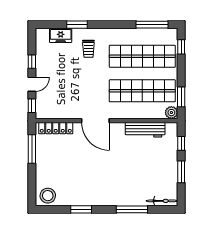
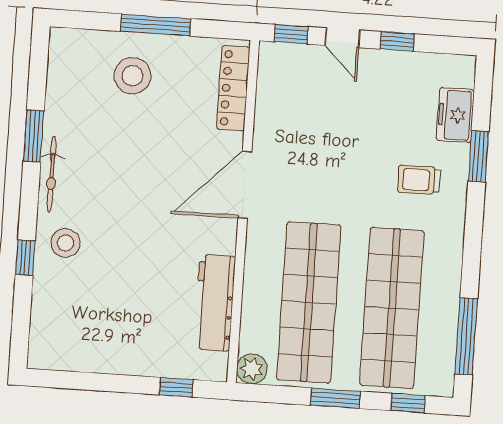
window: (181, 97) -> (335, 398), moved
window: (32, 149) -> (156, 25), moved
window: (181, 172) -> (107, 383), removed
stool: (125, 193) -> (65, 243), added
stool: (48, 196) -> (133, 76), moved
bicycle: (162, 201) -> (52, 174), moved
window: (132, 209) -> (25, 258), width x0.46

